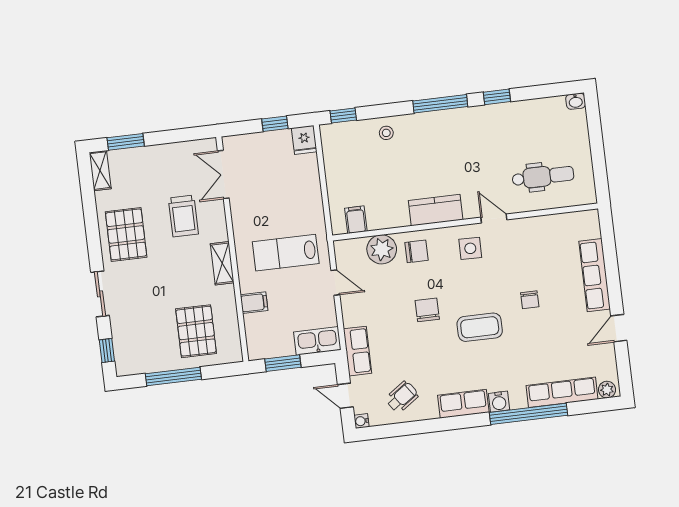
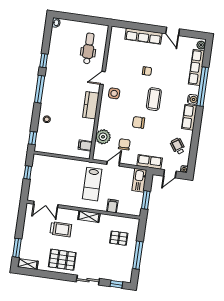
fridge: (304, 140) -> (39, 160), removed
chair: (417, 251) -> (124, 144), moved
pallet: (196, 331) -> (119, 238), width x0.67, depth x0.71

